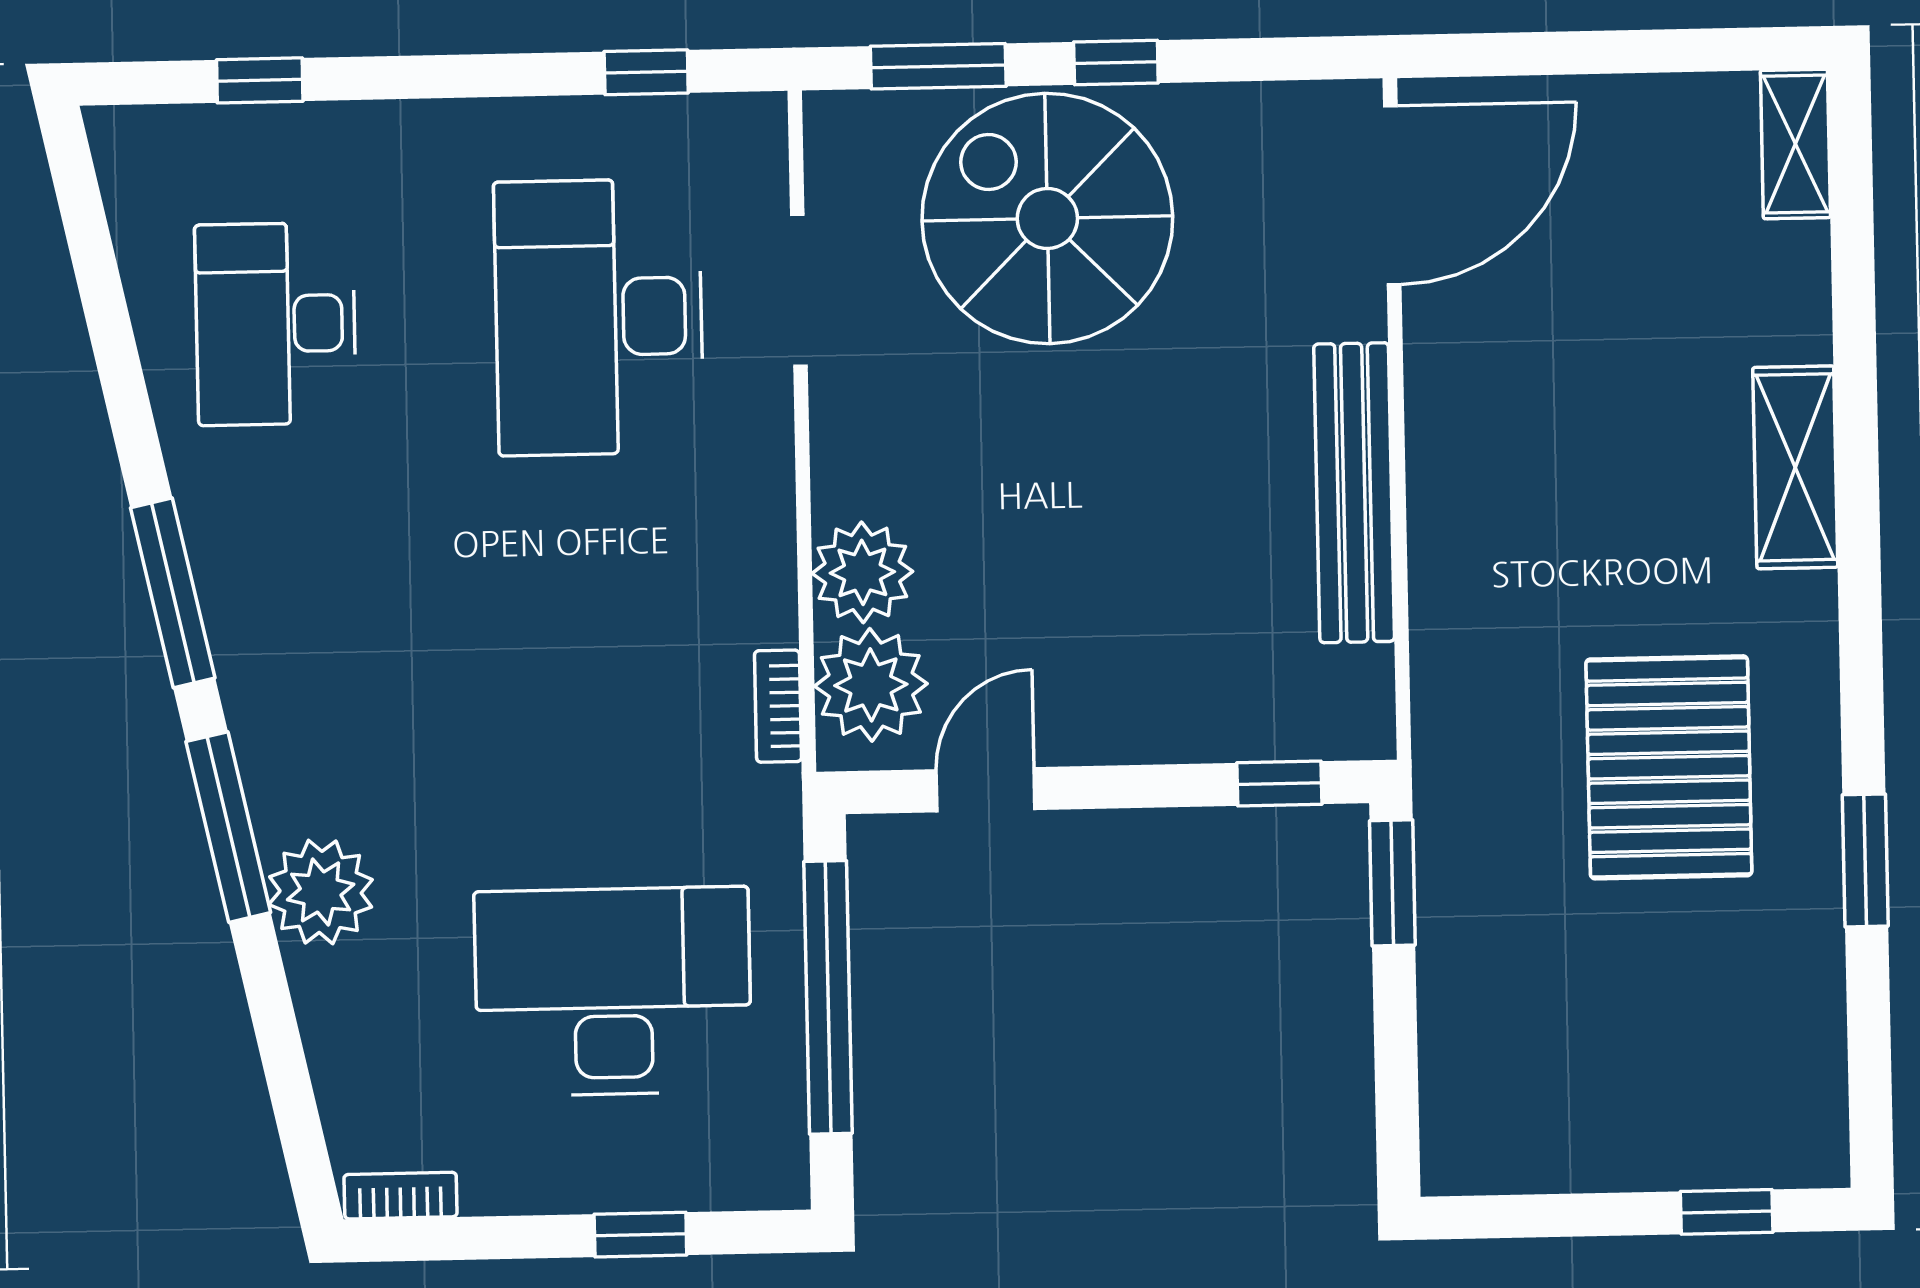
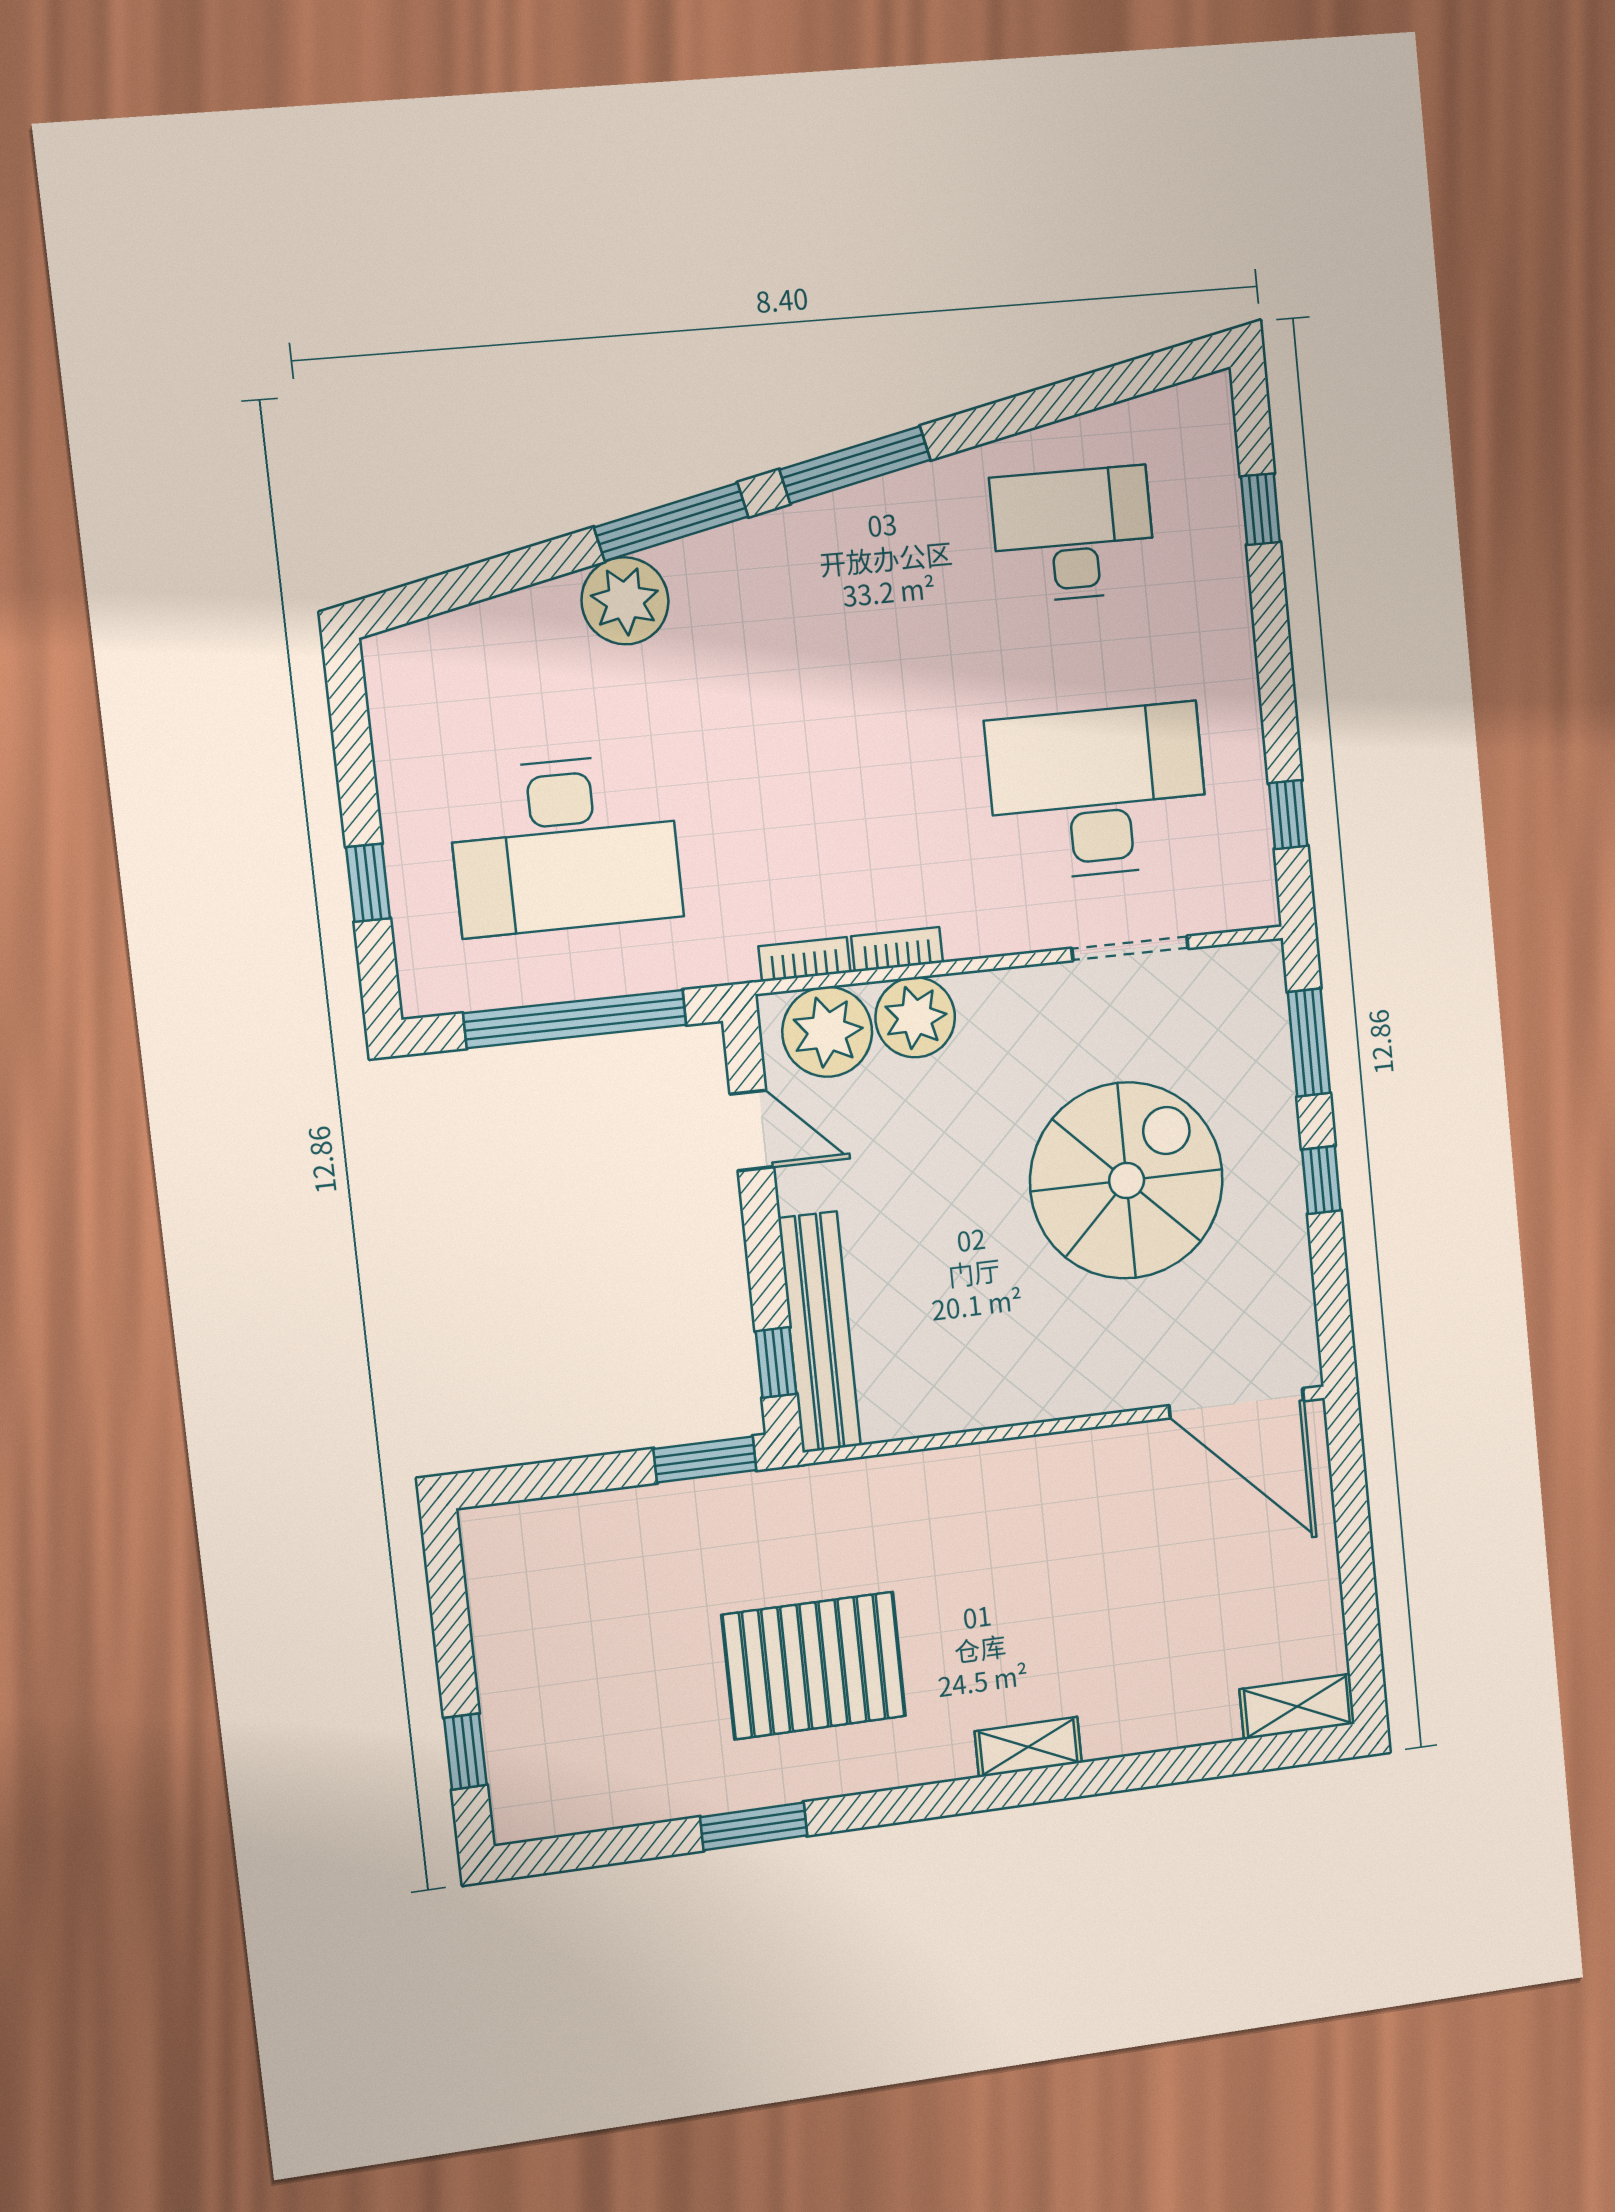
spiral stairs: (1047, 218) -> (1127, 1181), moved
shelving: (1795, 467) -> (1028, 1747), width x0.67, depth x0.75
bench: (1354, 493) -> (819, 1332), moved, turned 90
desk: (613, 991) -> (565, 845), turned 90
bookcase: (400, 1196) -> (897, 949), moved, turned -90

